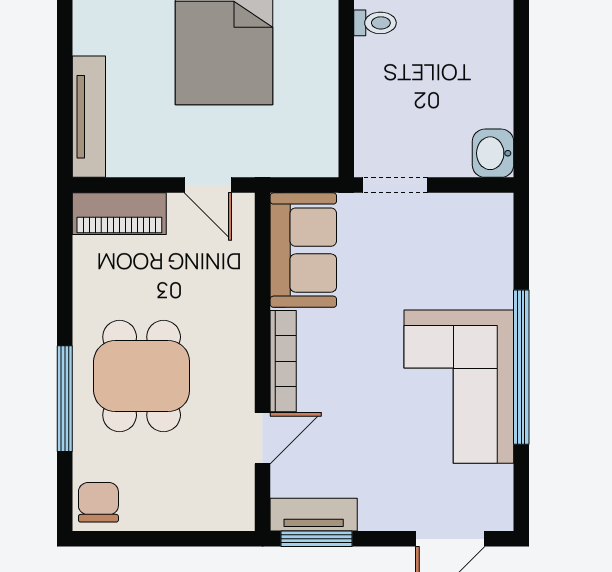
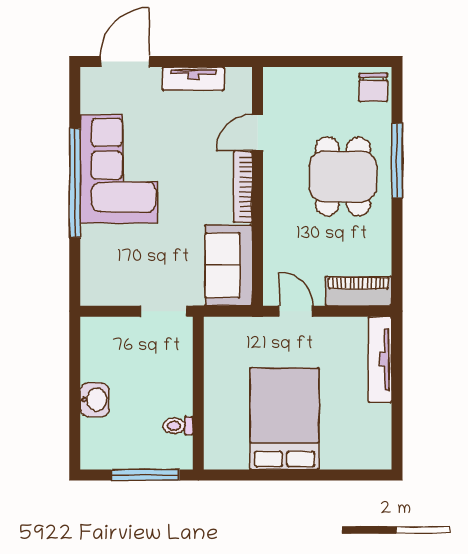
washbasin: (493, 153) -> (95, 400), moved
tv unit: (314, 515) -> (193, 79), moved
window: (316, 539) -> (219, 62), removed

